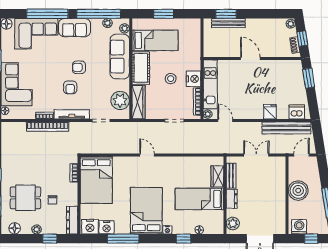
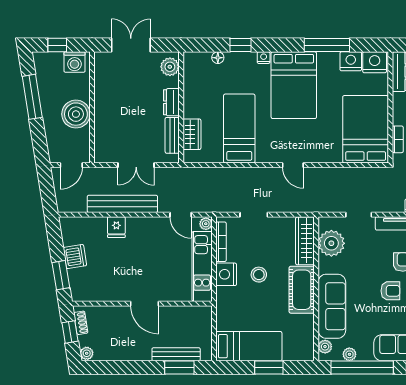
bed: (155, 40) -> (249, 346), moved, turned 180
dishwasher: (297, 112) -> (75, 257), moved, turned -99
bench: (286, 128) -> (122, 204), moved
bed: (199, 199) -> (239, 129), moved, turned -90

